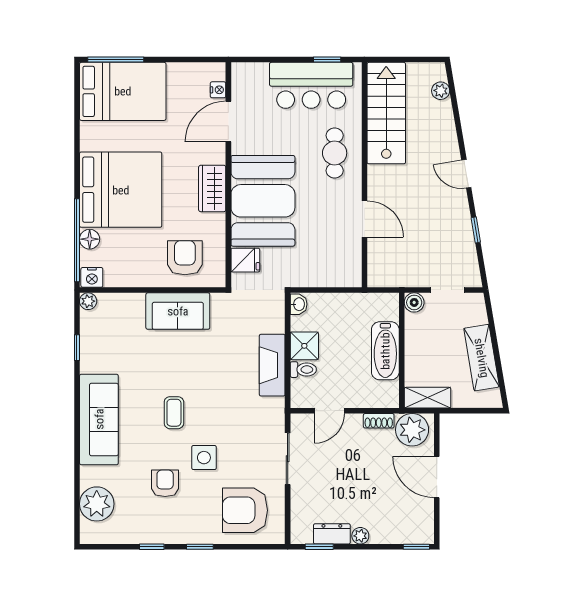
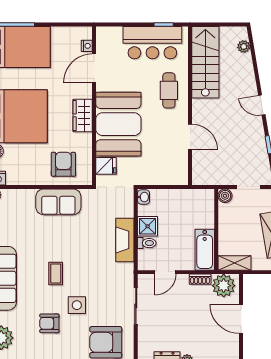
bathtub: (385, 351) -> (205, 250), moved
armchair: (165, 483) -> (49, 323), turned -90

